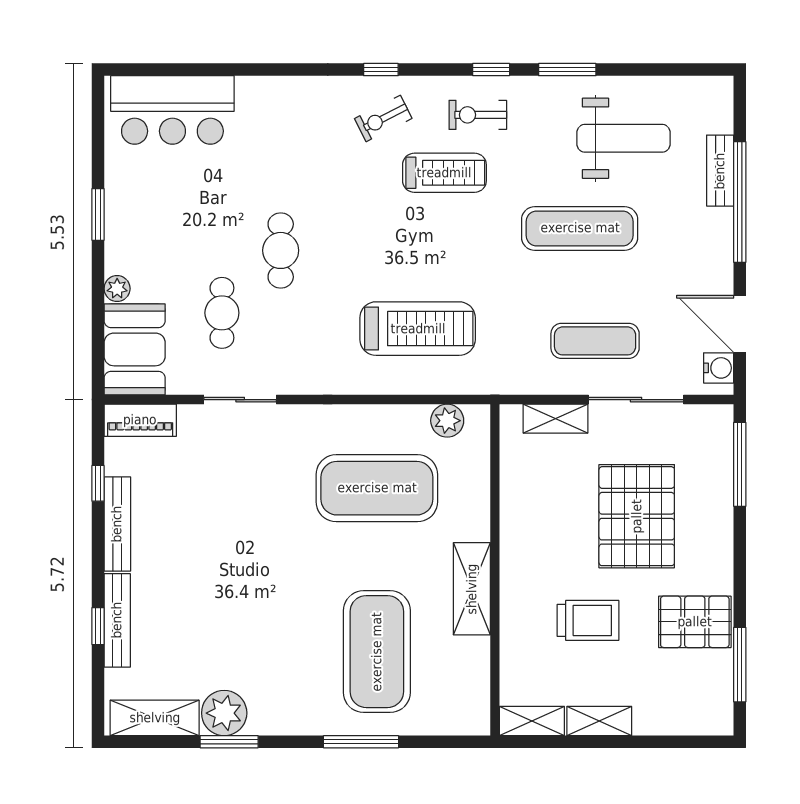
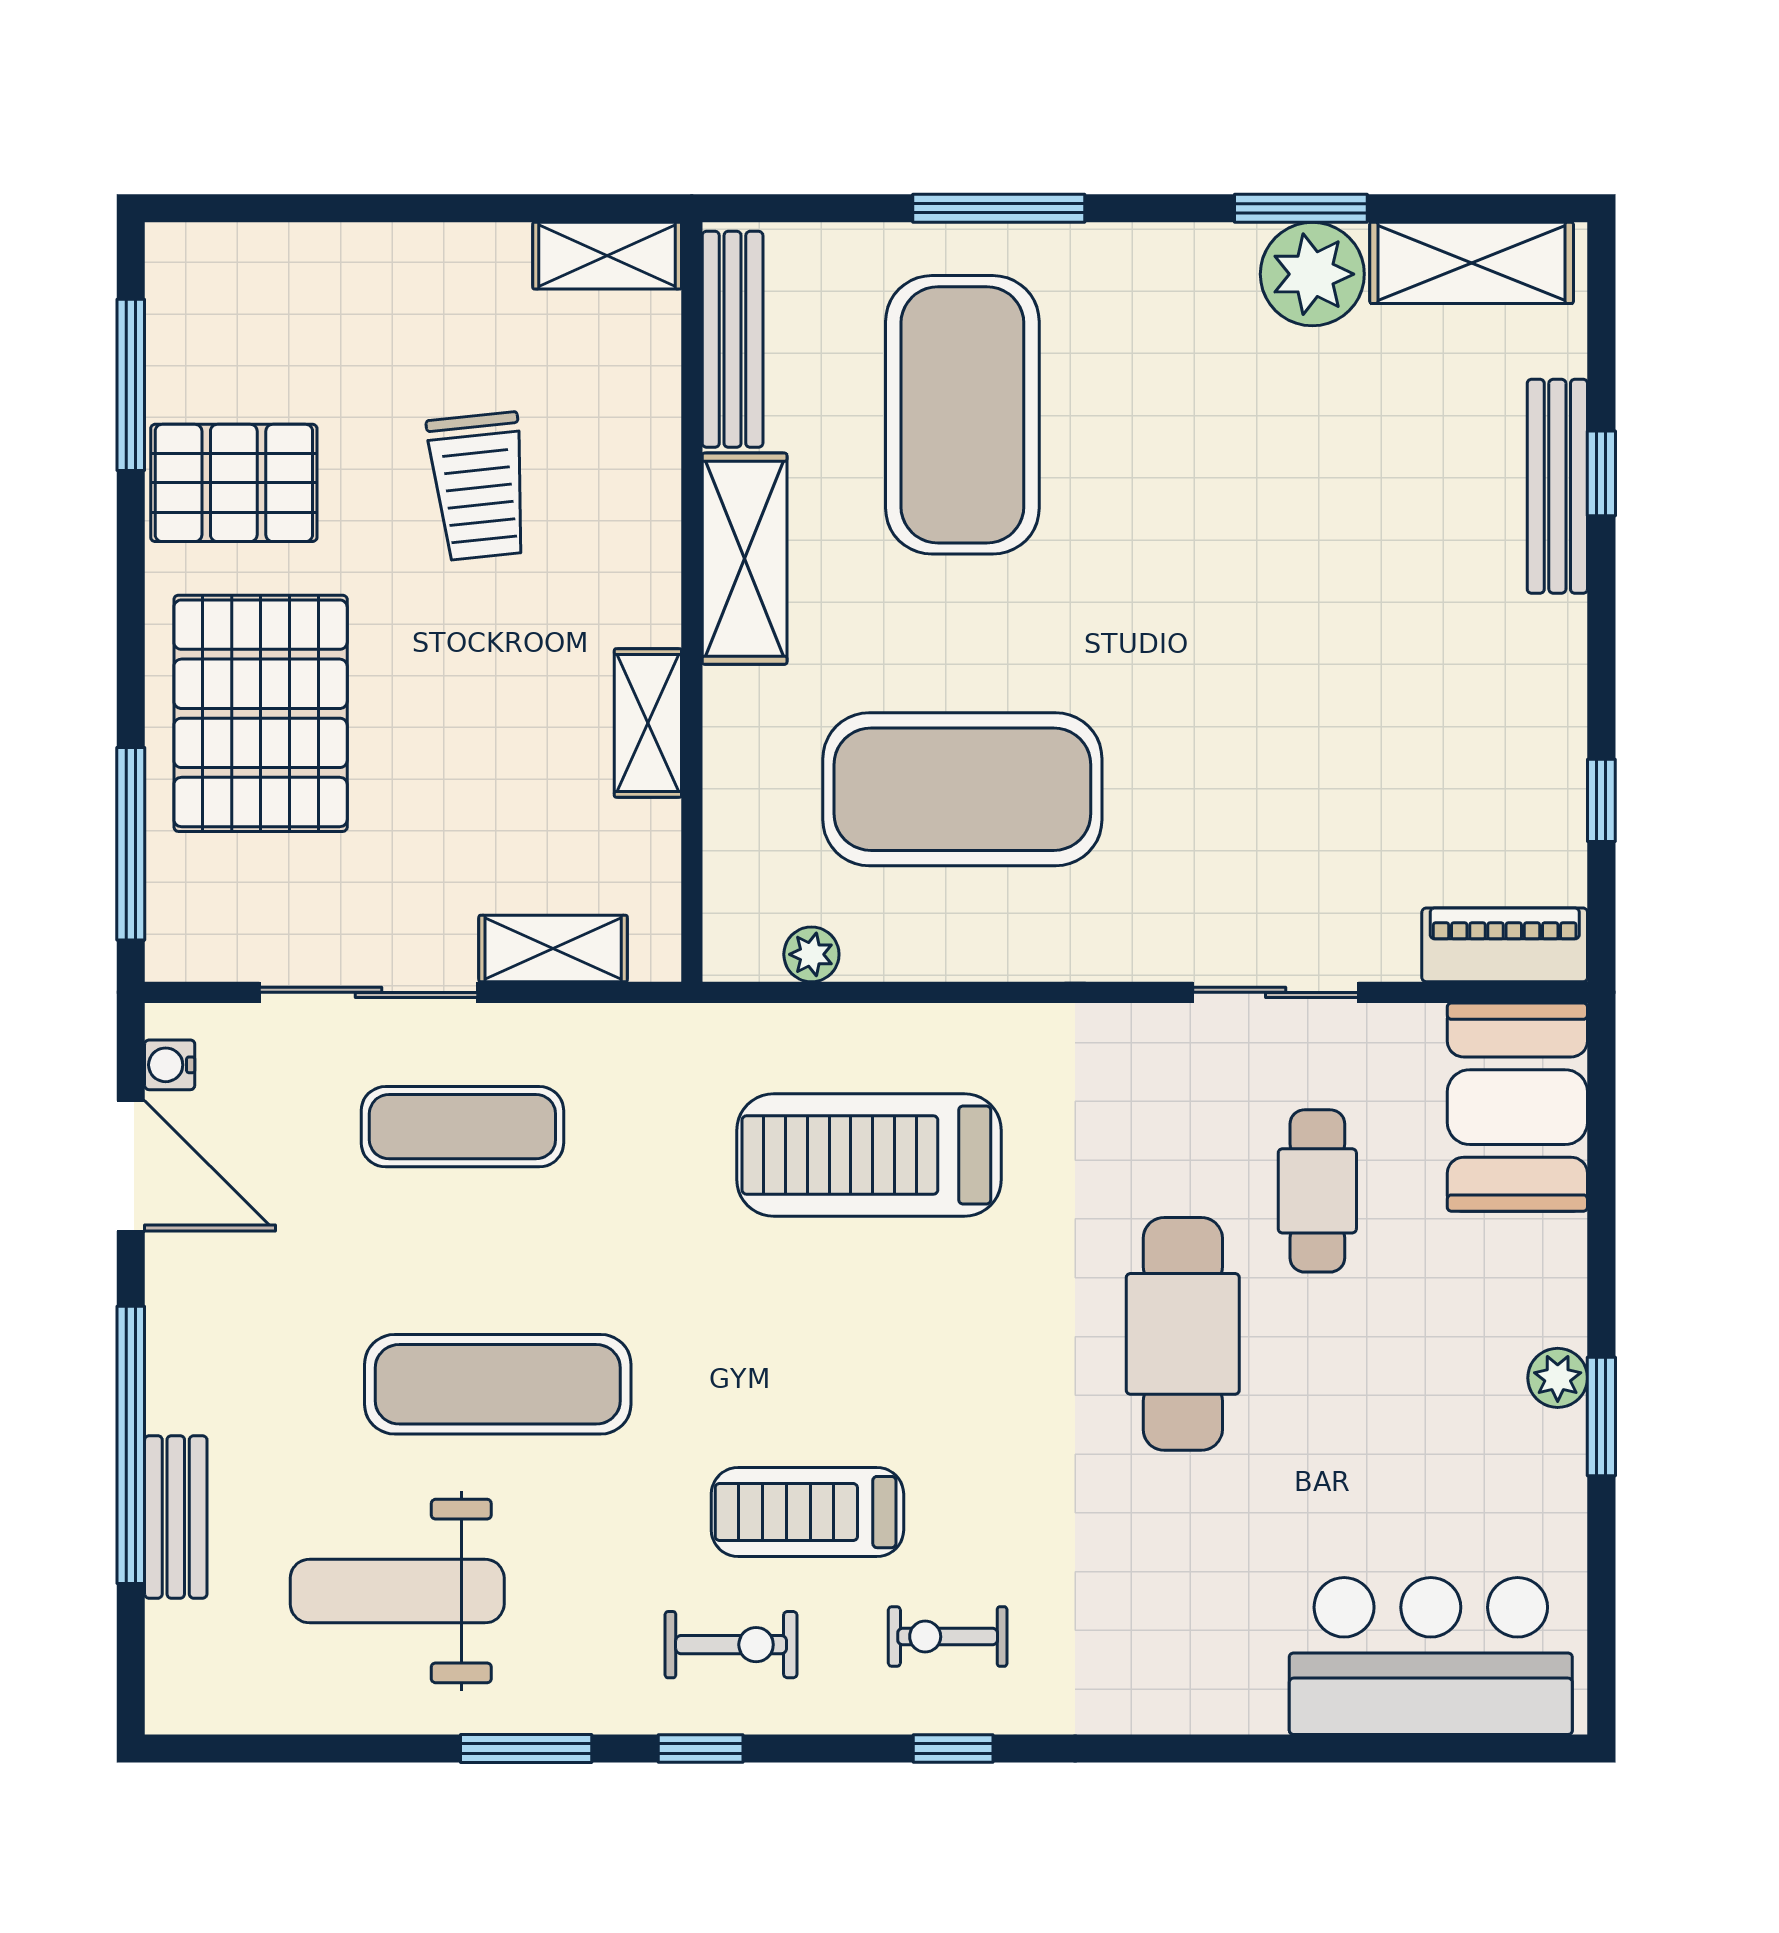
exercise bike: (383, 118) -> (948, 1637), turned -153
cafe table: (281, 250) -> (1183, 1334), width x1.37, depth x1.35
plant: (117, 289) -> (1558, 1378), moved
water cooler: (719, 368) -> (170, 1065), width x0.72, depth x0.72
plant: (447, 421) -> (811, 954), width x0.73, depth x0.73
pallet: (637, 516) -> (261, 713), moved
bench: (117, 524) -> (733, 339), moved
trolley: (588, 620) -> (479, 486), turned -96
shelving: (599, 721) -> (648, 723), moved, turned 90

